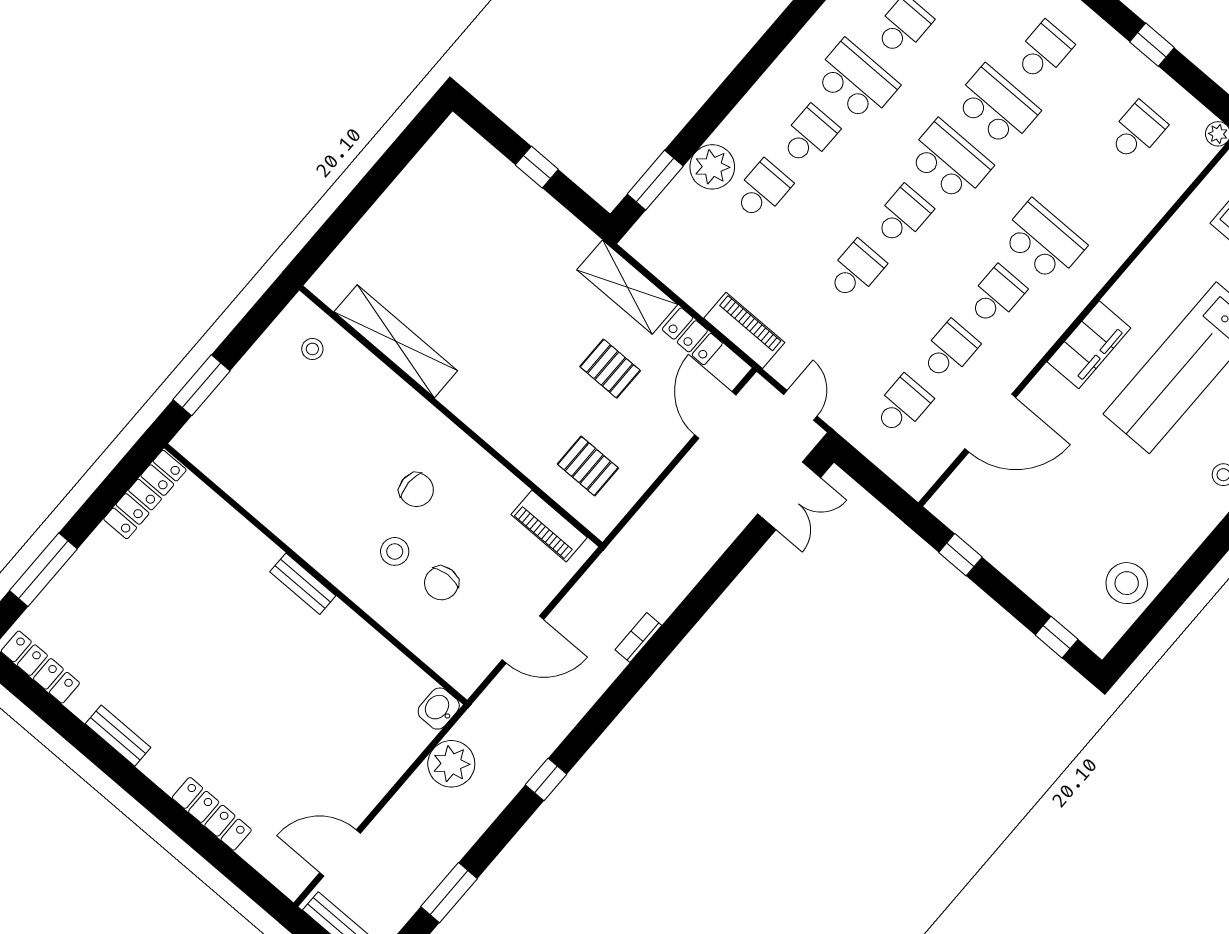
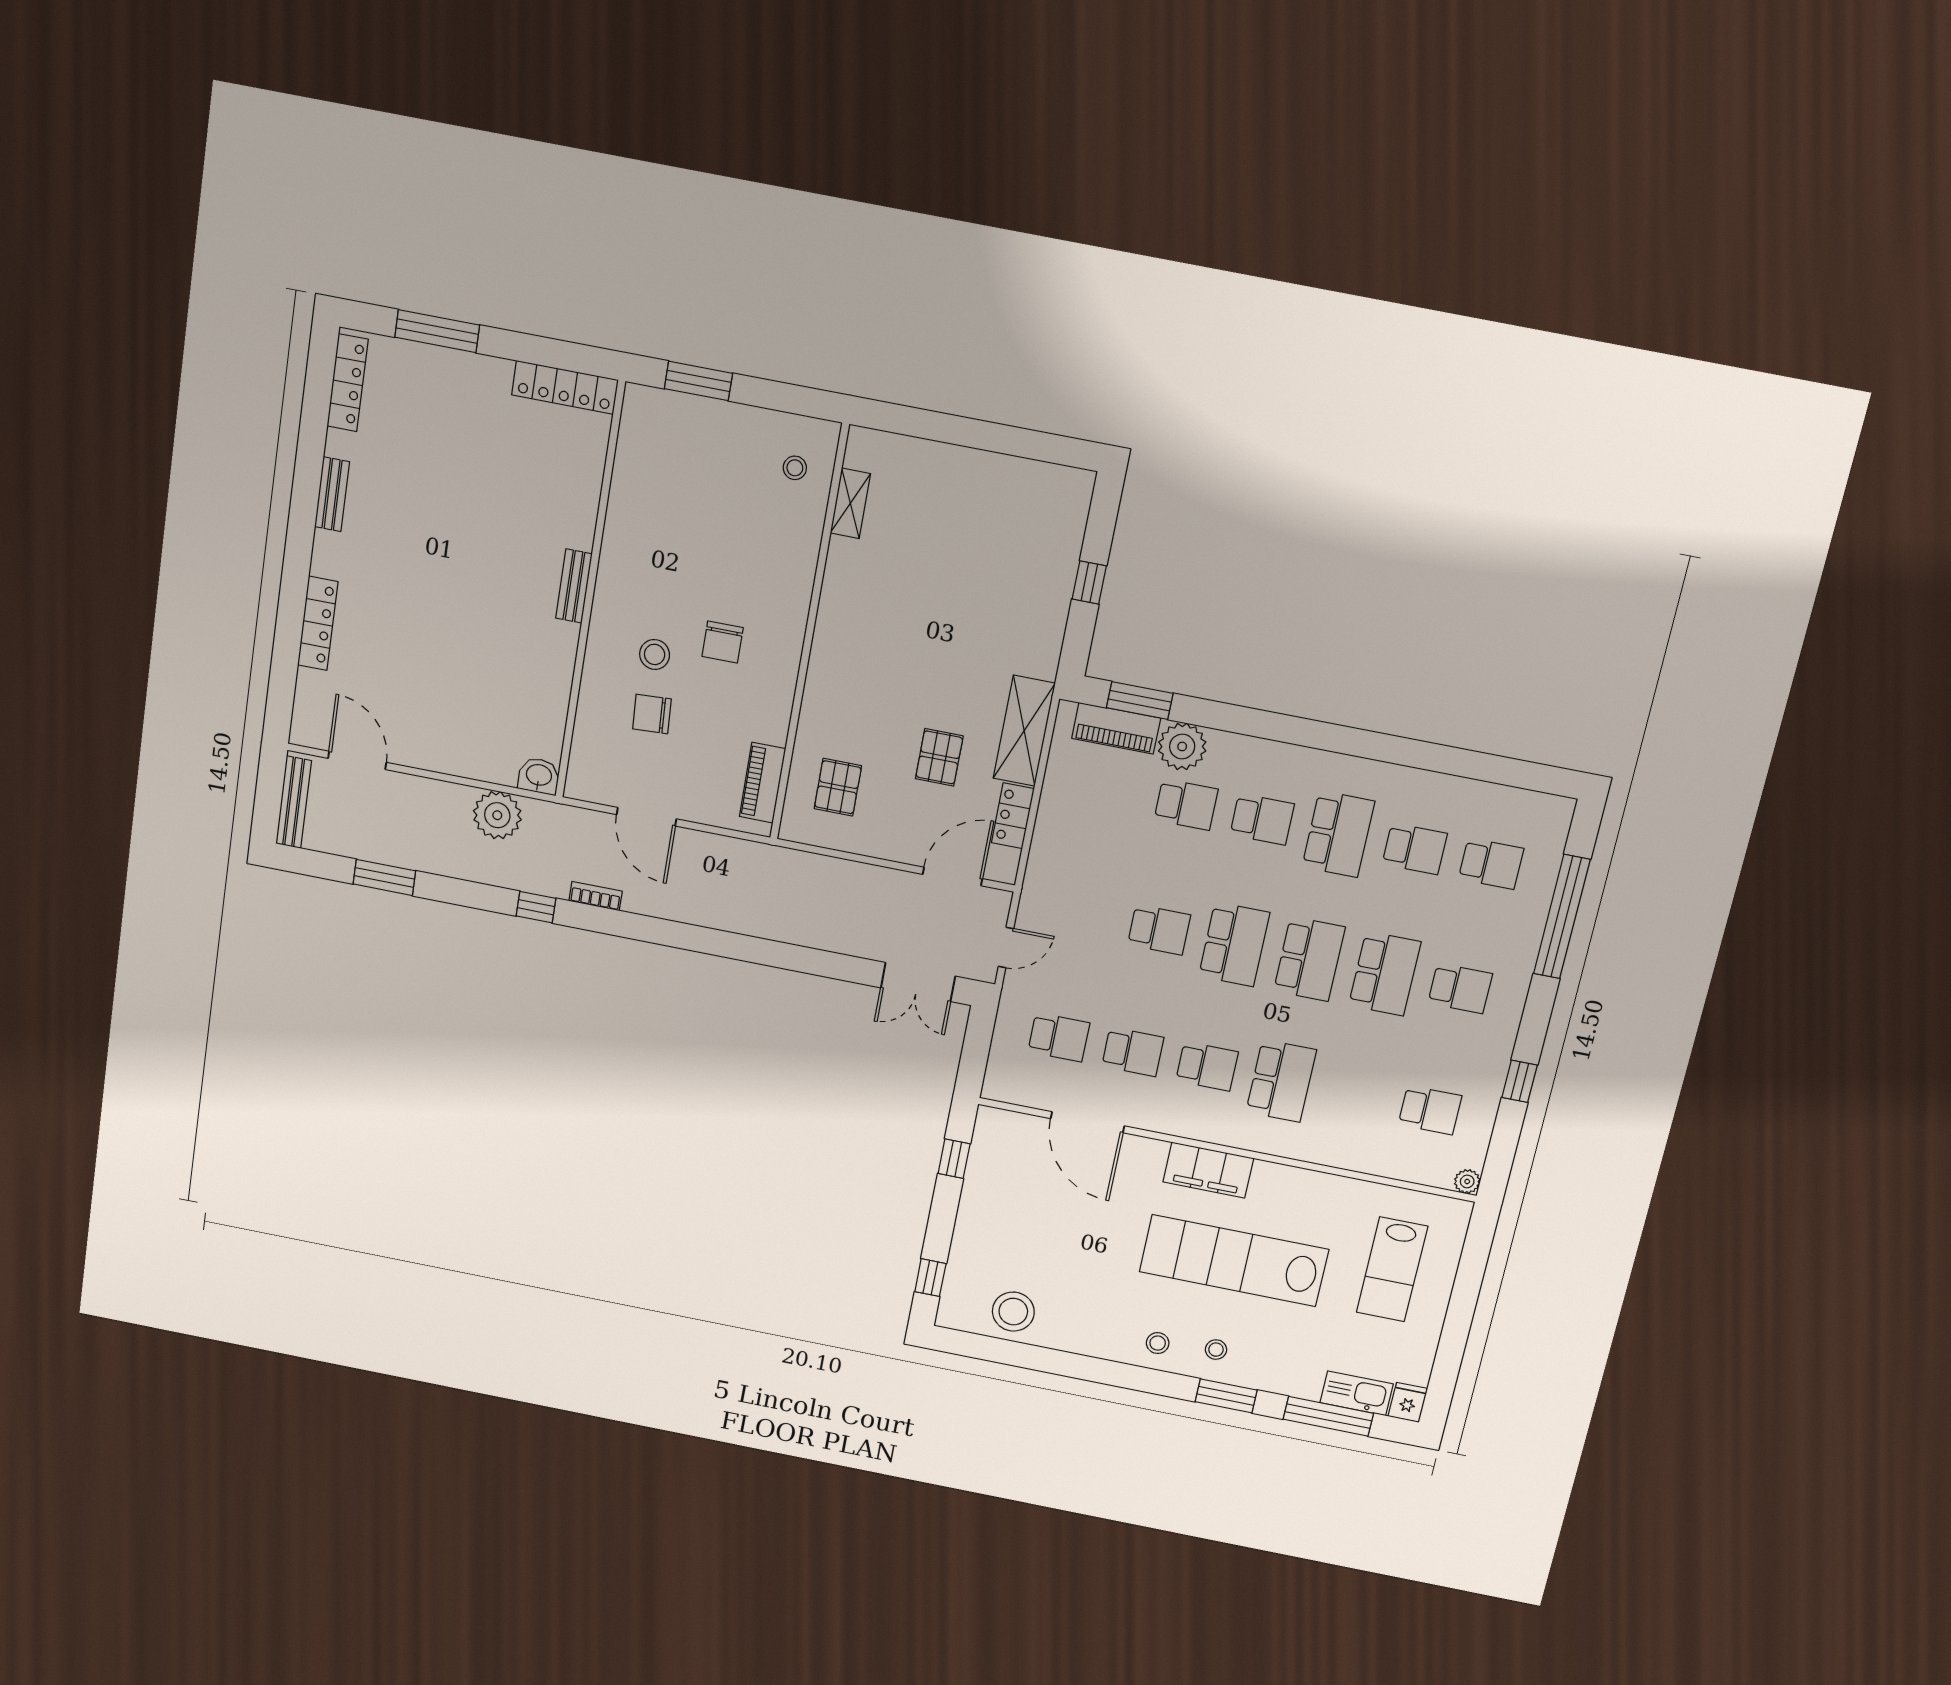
school desk: (903, 216) -> (1234, 944), width x1.85
piano: (744, 330) -> (1116, 728), moved, turned 90
shelving: (396, 341) -> (850, 503), width x0.45, depth x0.75
bookcase: (638, 638) -> (596, 896), moved

